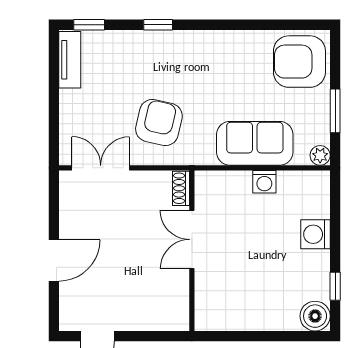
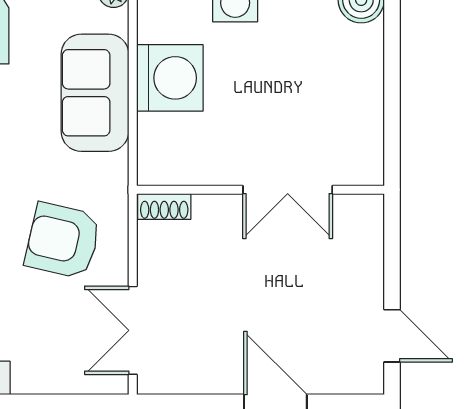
washing machine: (264, 182) -> (170, 78), width x1.89, depth x1.89
double door: (192, 240) -> (288, 190), moved

